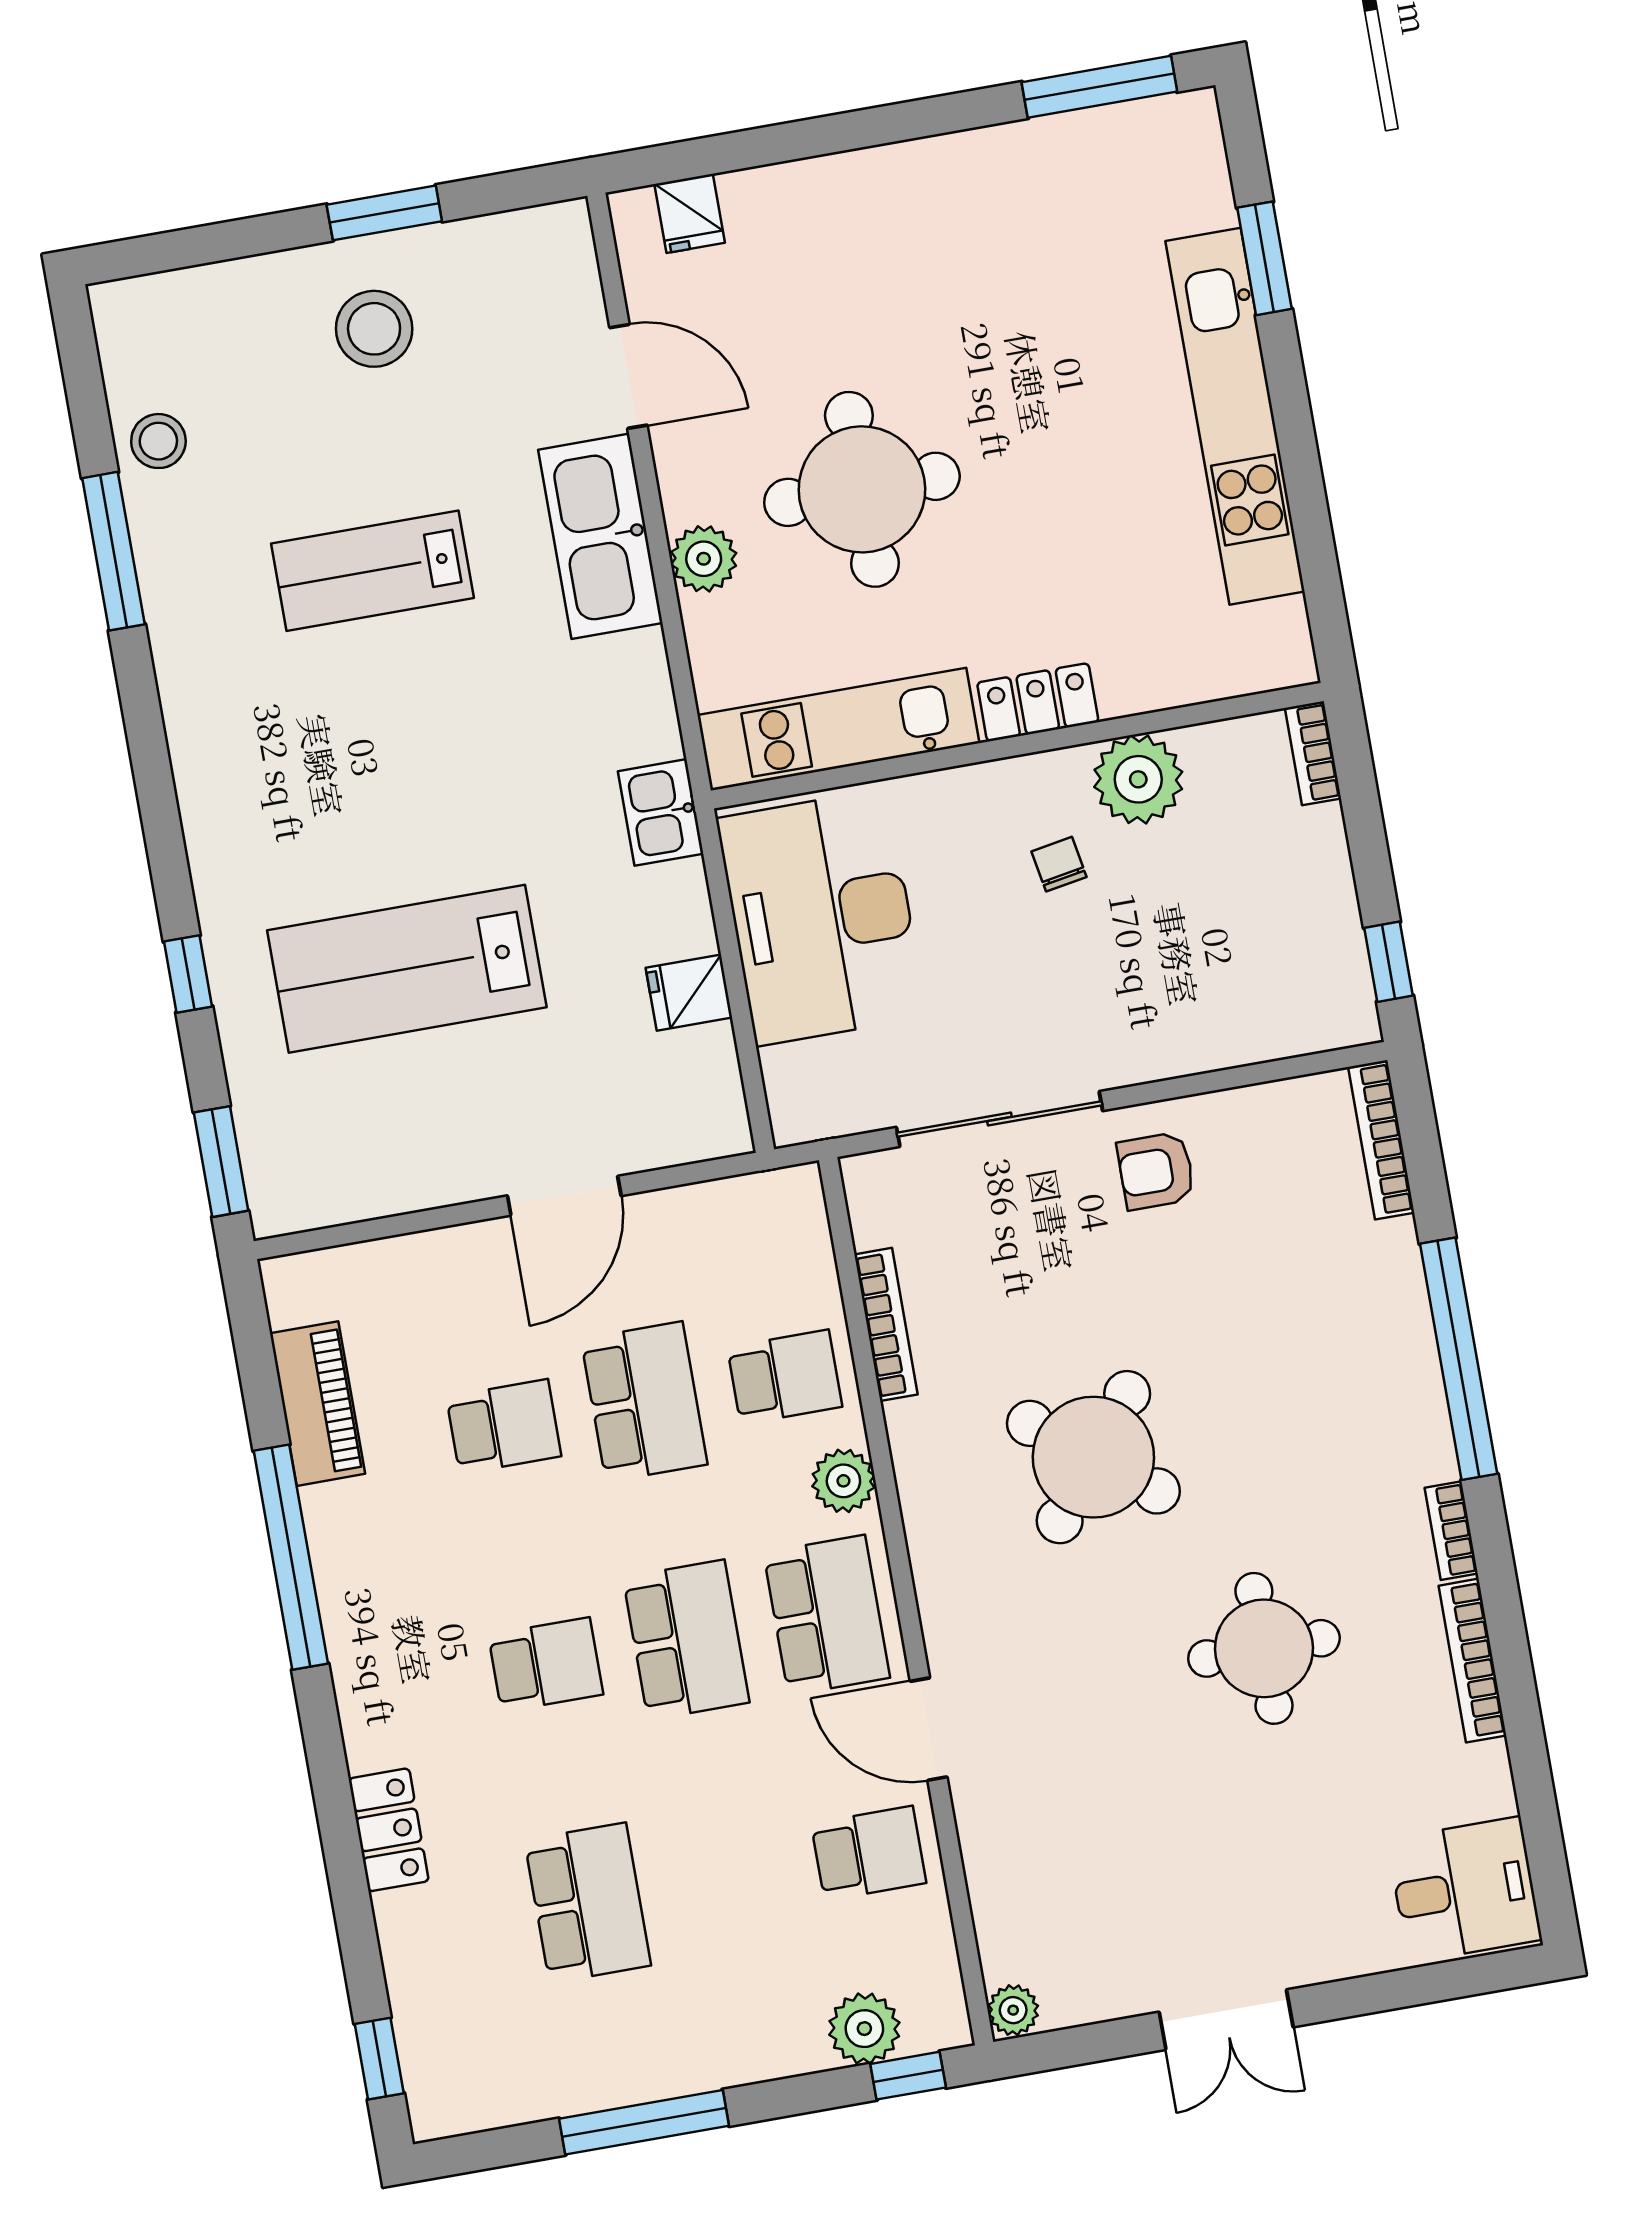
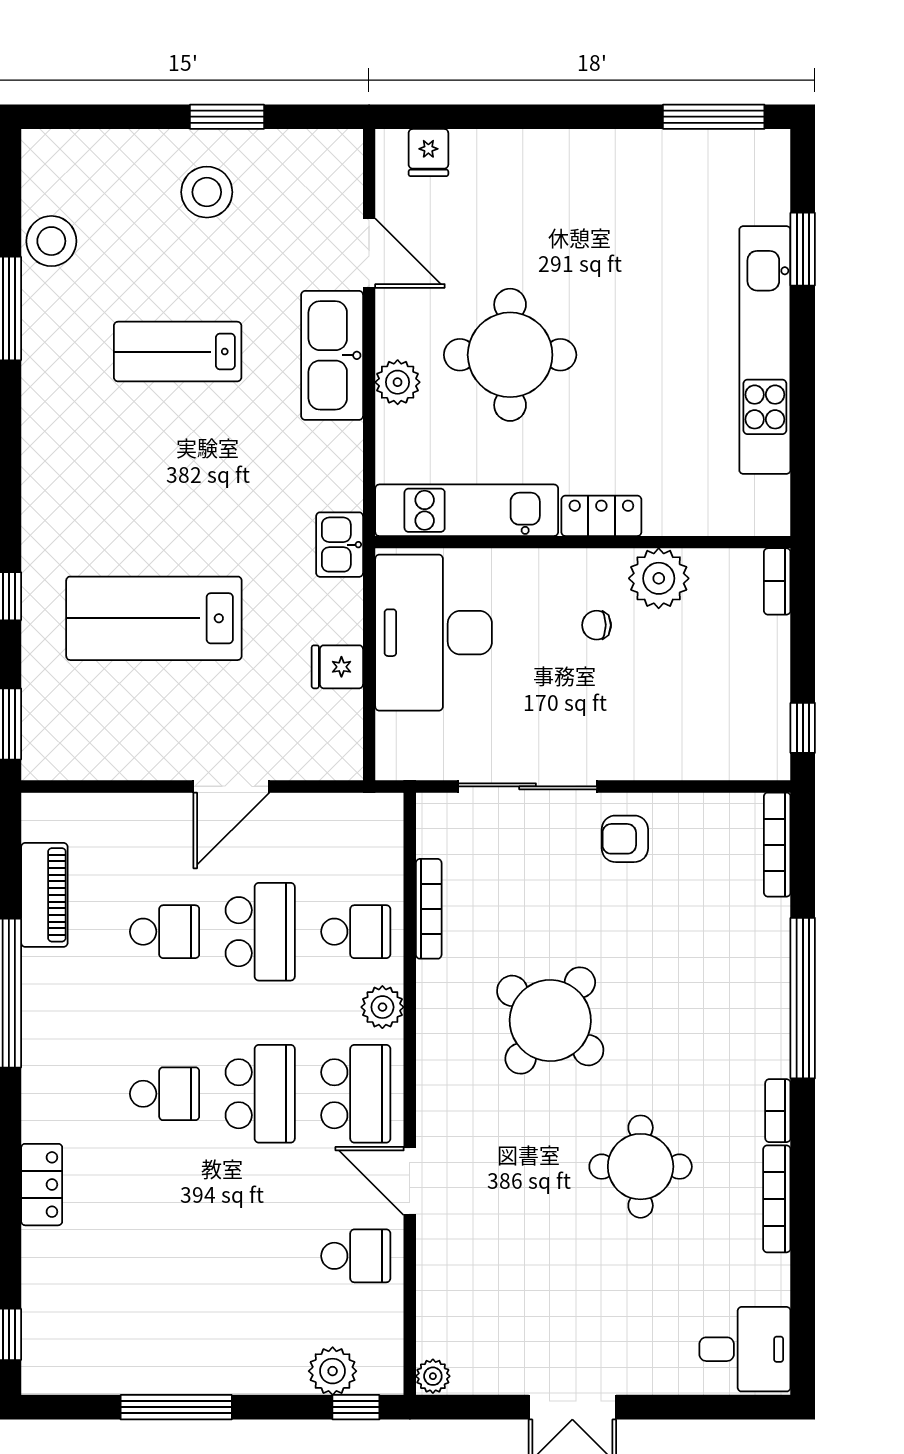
stool: (158, 441) -> (51, 241), width x1.38, depth x1.38
chair: (1059, 864) -> (597, 625), turned -80
school desk: (588, 1903) -> (165, 1256), removed

